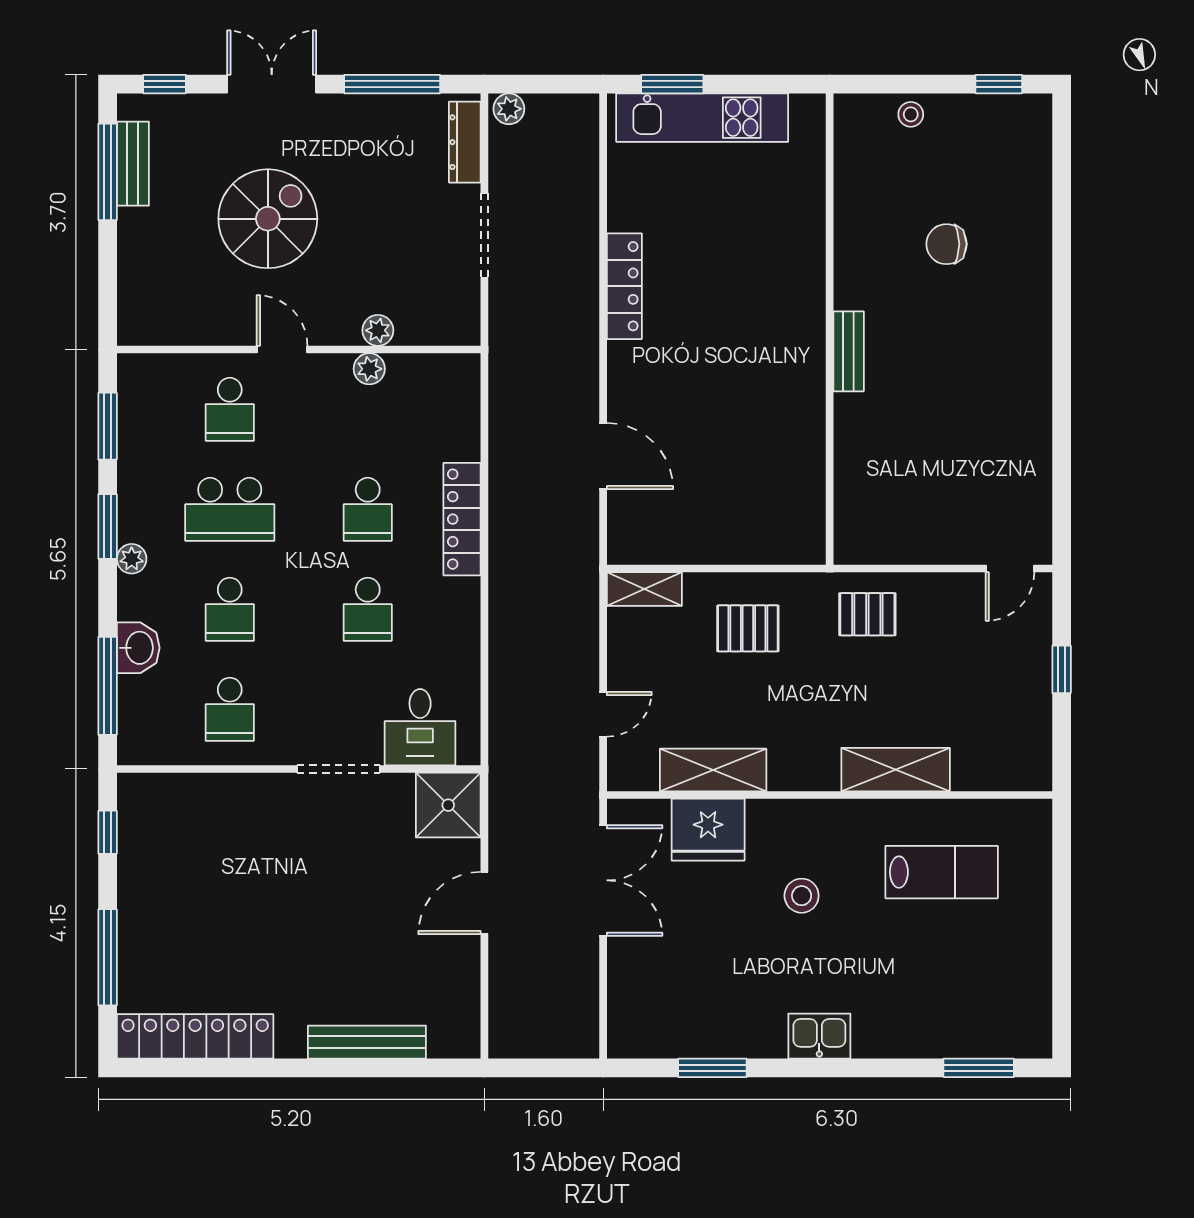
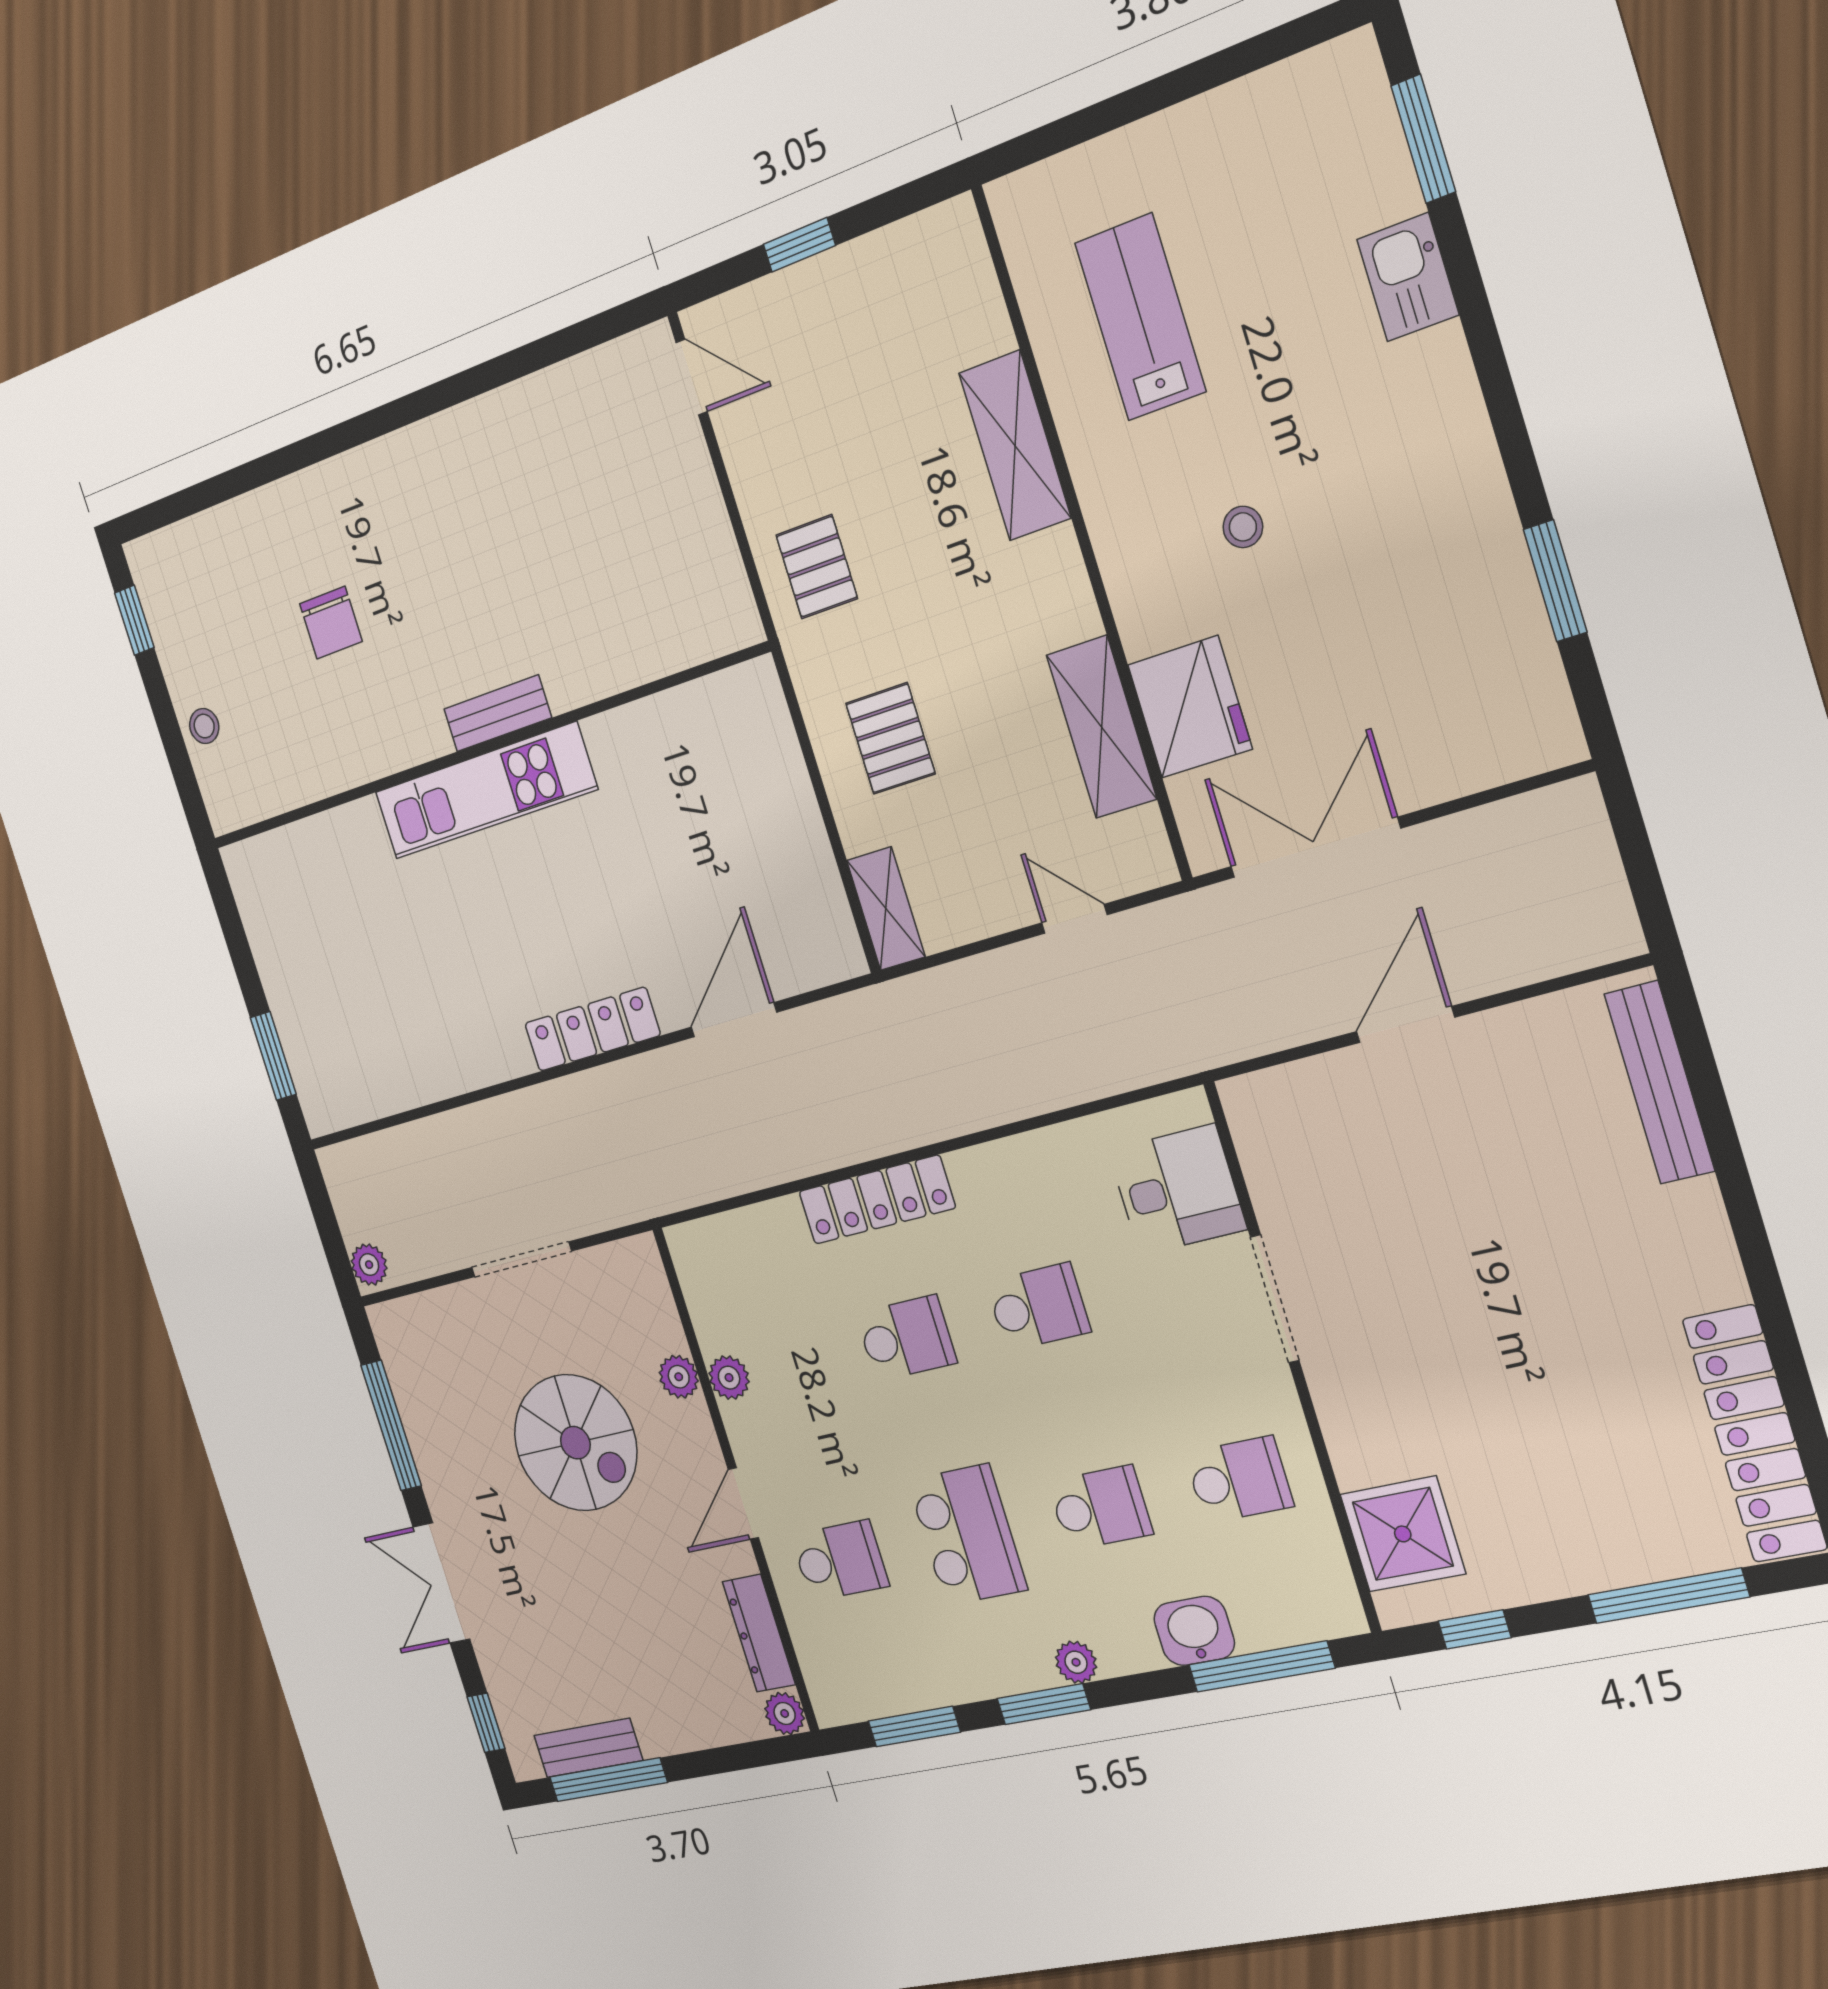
kitchen unit: (702, 118) -> (485, 791), moved, turned 90
dresser: (465, 142) -> (759, 1633), moved, turned 90
spiral stairs: (268, 219) -> (575, 1443), moved, turned 180
locker: (624, 286) -> (592, 1029), moved
plant: (132, 330) -> (785, 1714), added
shower: (448, 805) -> (1403, 1534), moved
stool: (802, 896) -> (1243, 527), width x0.73, depth x0.73
door: (484, 903) -> (1405, 1024), swing flipped
kitchen sink: (819, 1036) -> (1408, 277), moved
bench: (367, 1042) -> (1659, 1082), moved

